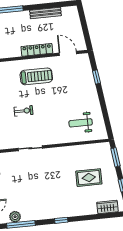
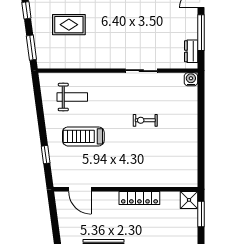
locker: (37, 50) -> (139, 198), moved
treadmill: (36, 76) -> (83, 136), moved

